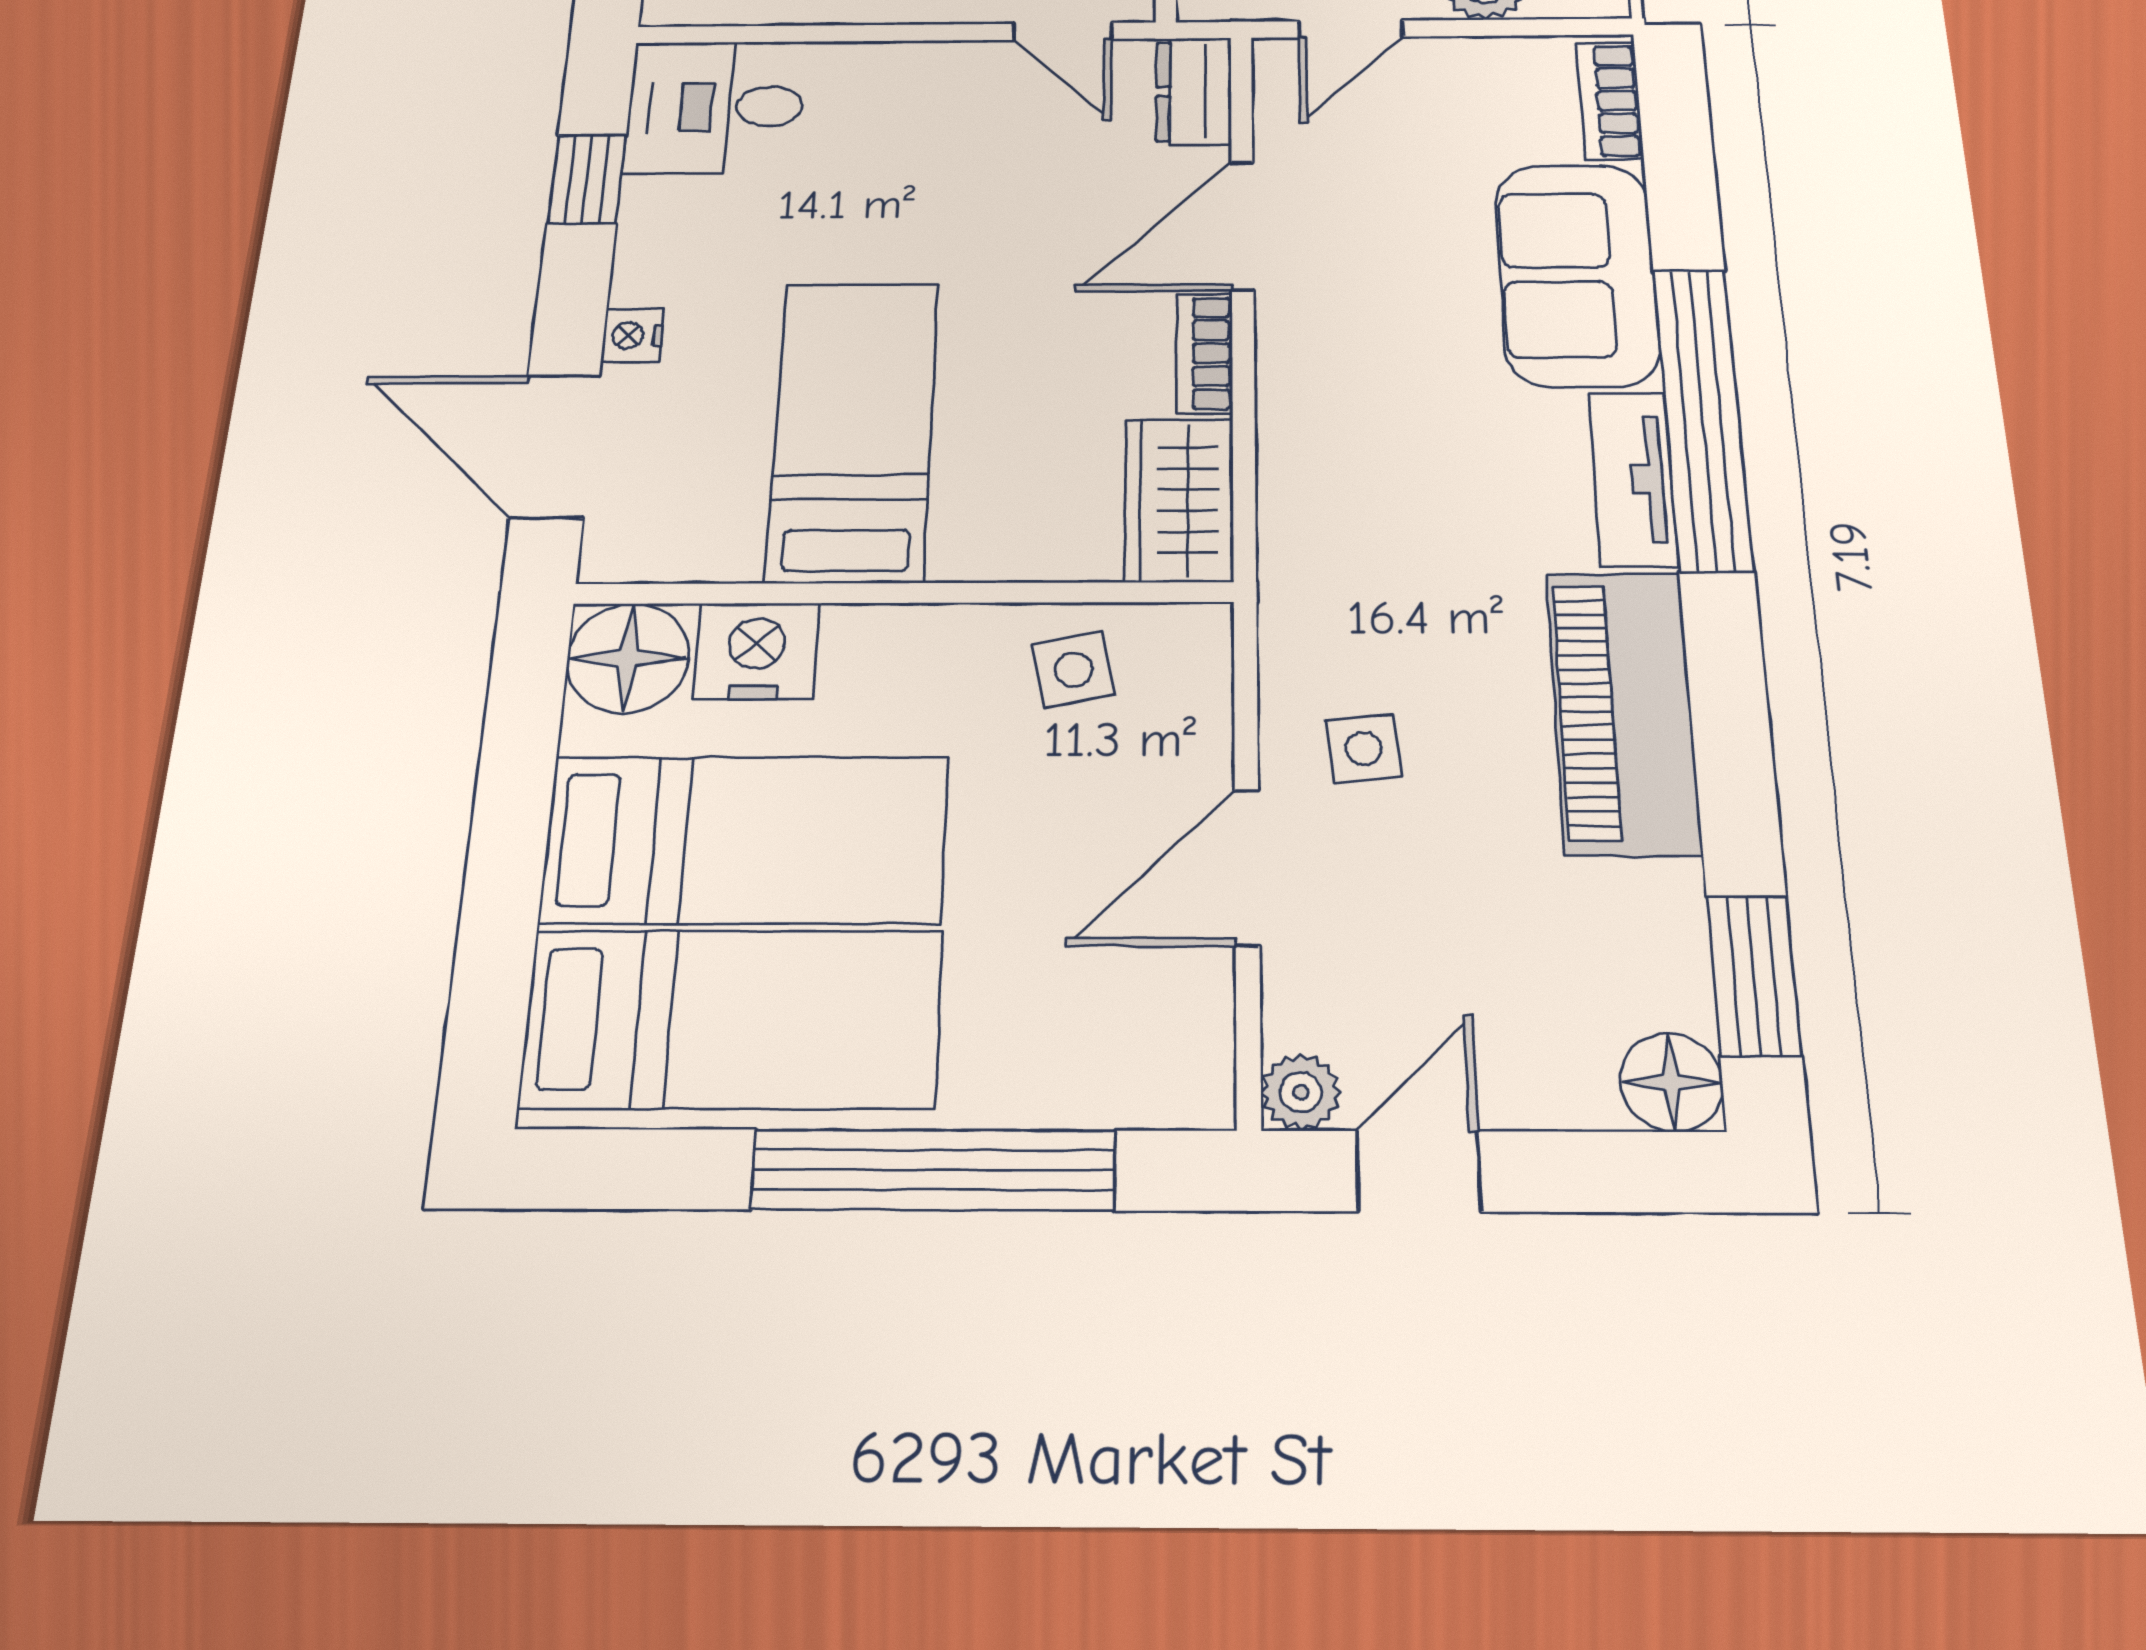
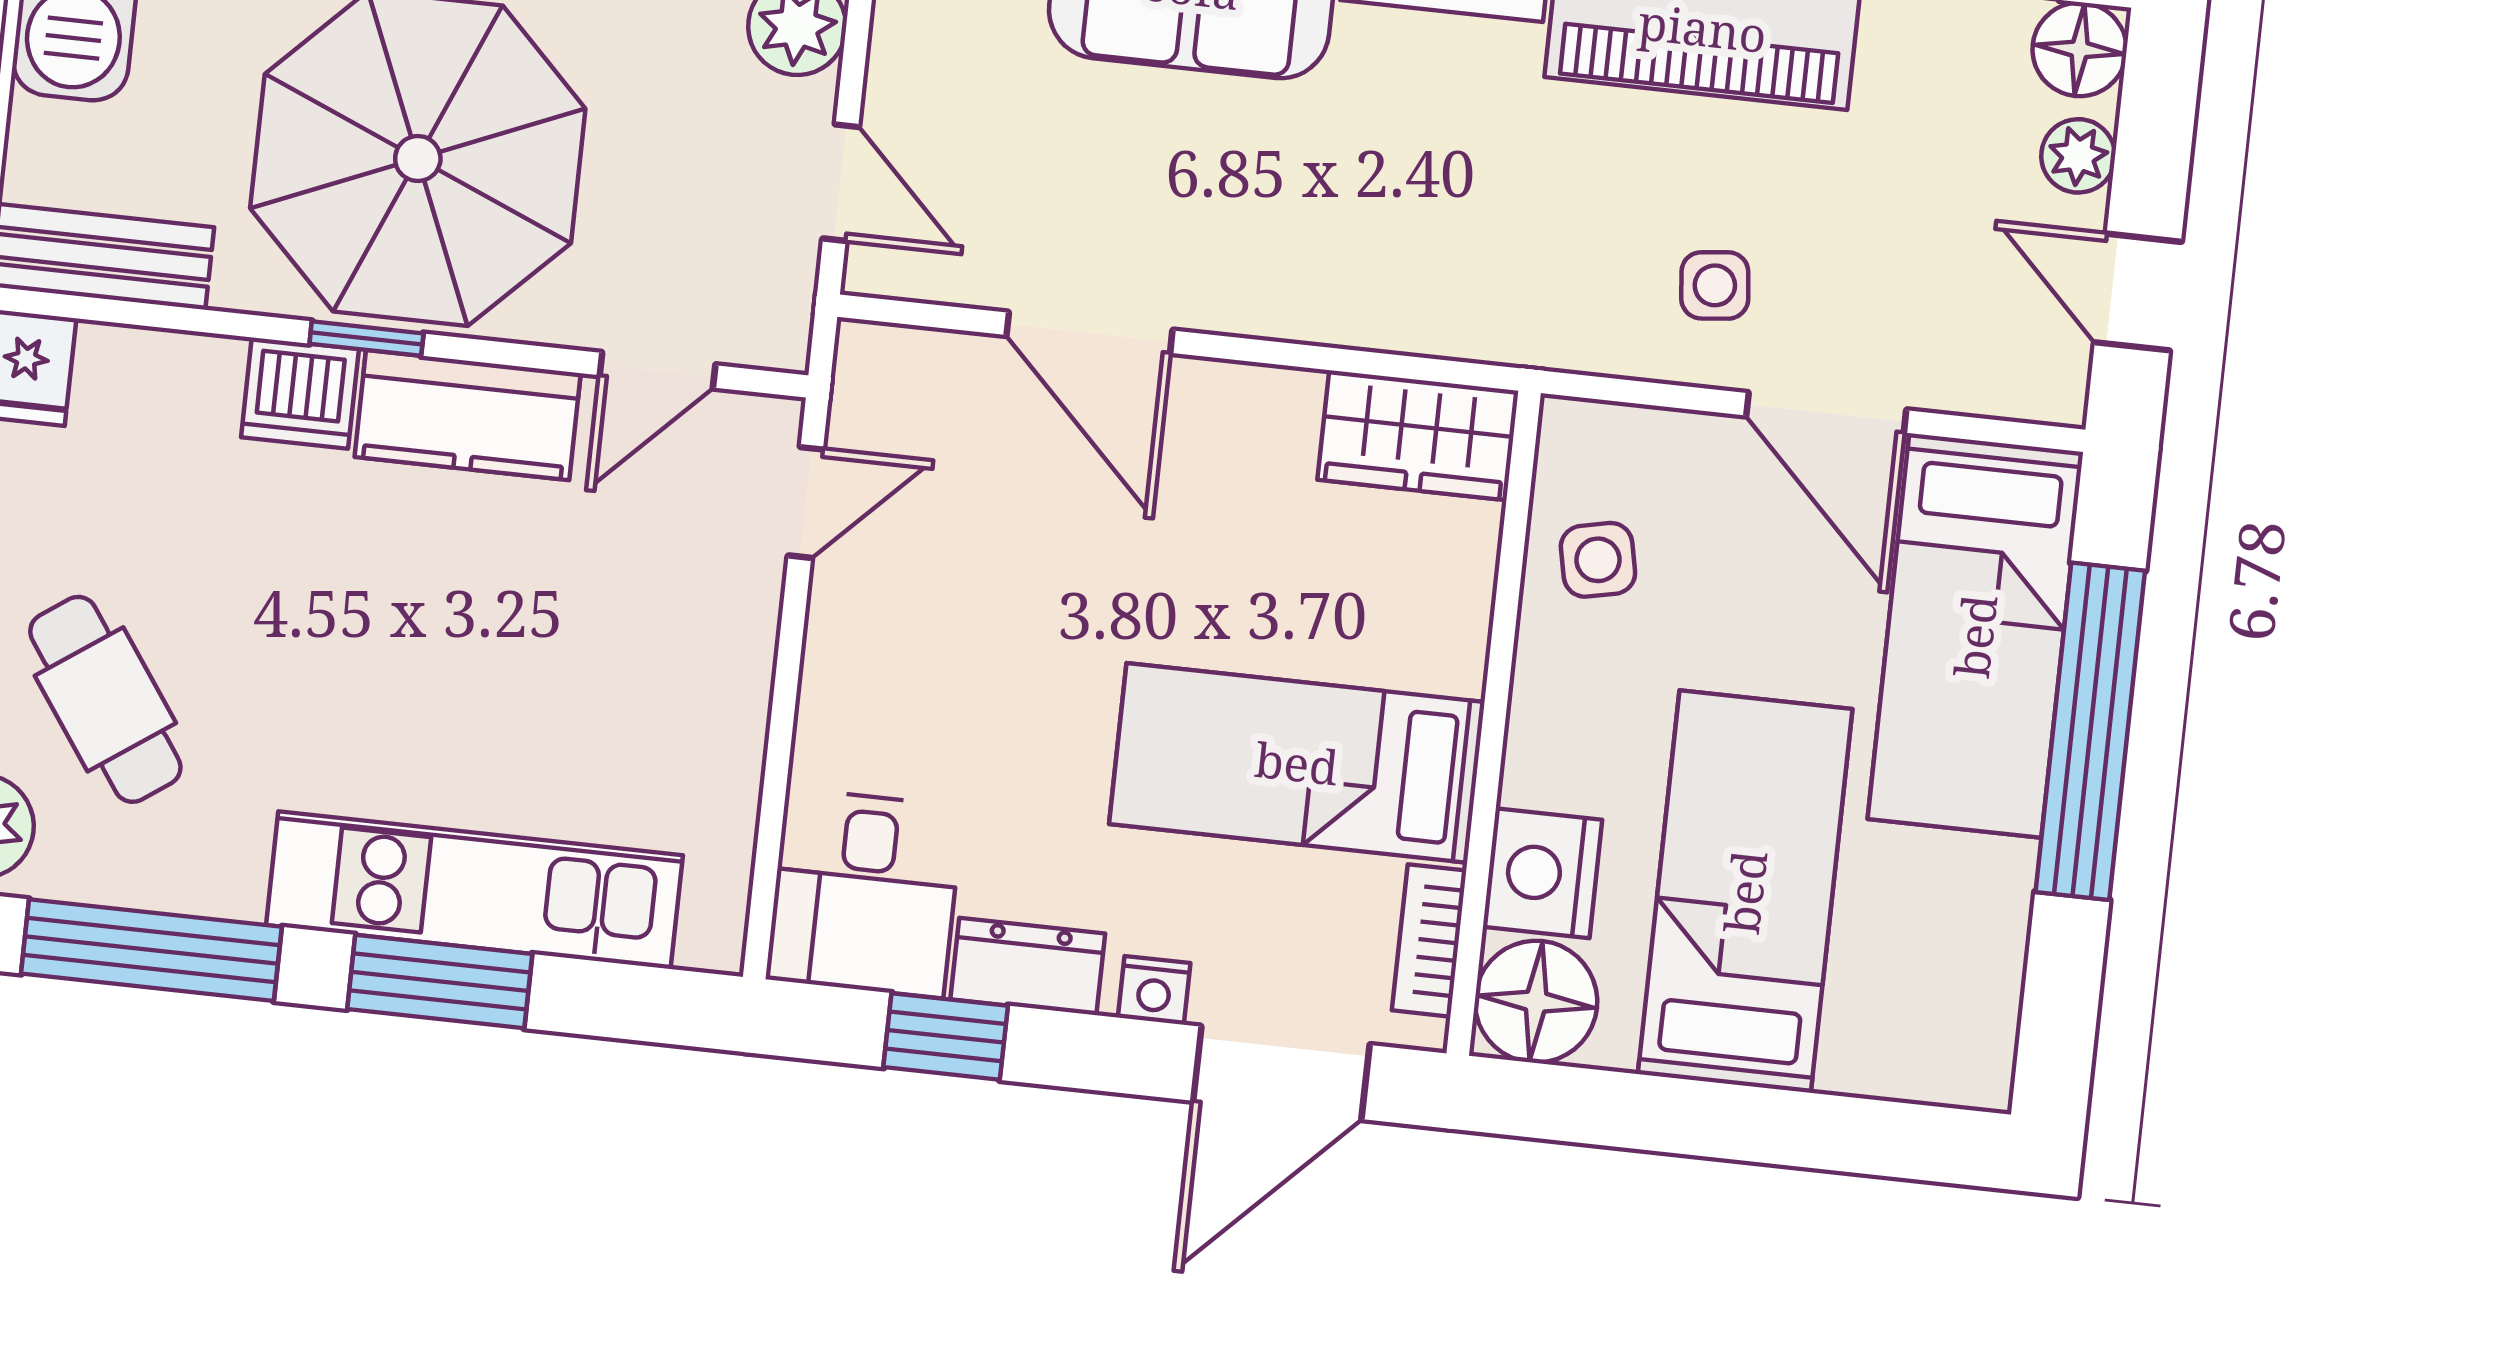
dresser: (1194, 91) -> (1028, 966), moved, turned 180
bookcase: (1204, 353) -> (1429, 940), moved, turned 90
bed: (732, 1019) -> (1975, 636), moved, turned 180
plant: (1301, 1092) -> (2078, 156), moved

